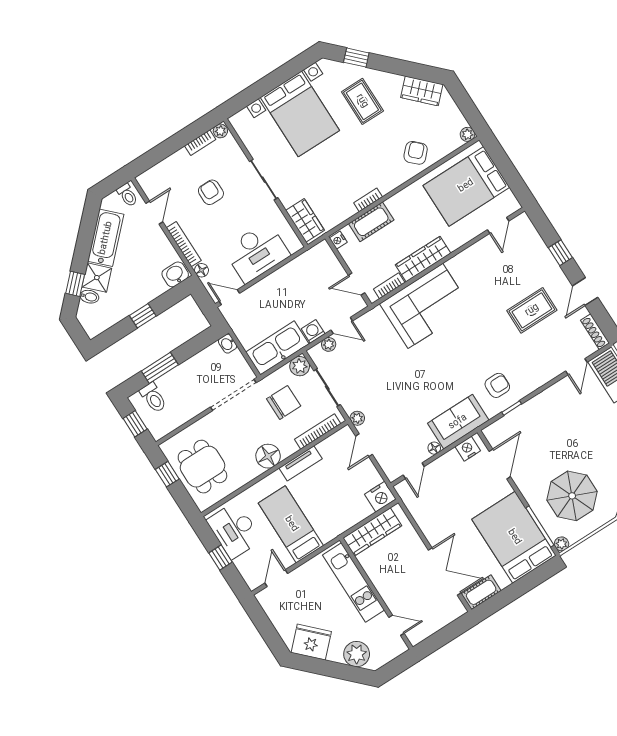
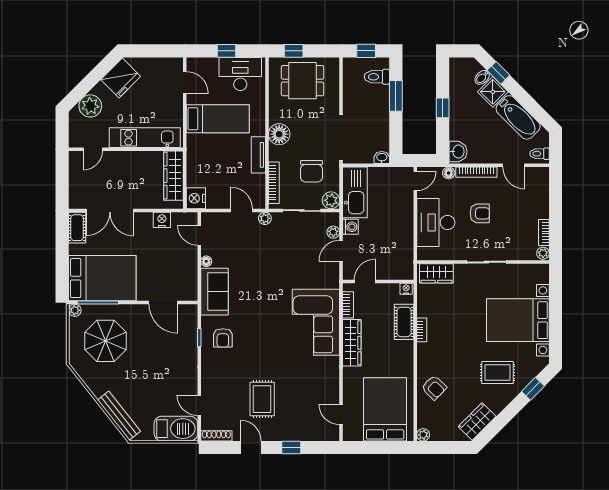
armchair: (211, 192) -> (480, 213), moved
nightstand: (468, 449) -> (162, 220), moved, turned -90
window: (167, 474) -> (294, 51), moved

